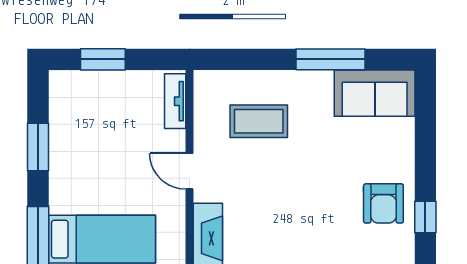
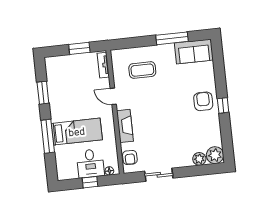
window: (103, 59) -> (79, 48), moved
armchair: (383, 203) -> (203, 101), turned 180

